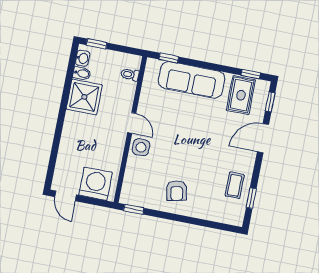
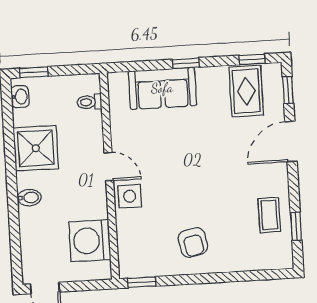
window: (169, 58) -> (186, 63), moved
bidet: (82, 73) -> (29, 198), moved
sofa: (192, 80) -> (162, 88), width x0.73
washing machine: (95, 184) -> (90, 241), moved, turned -90

